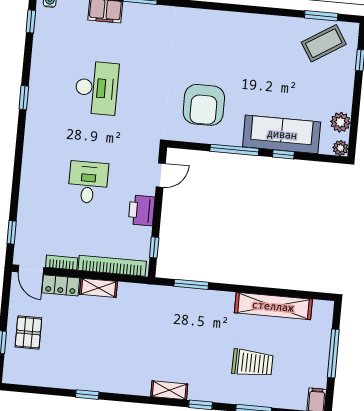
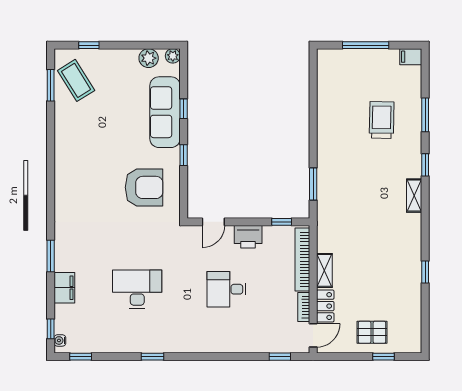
window: (234, 150) -> (184, 155), width x0.46
door: (161, 175) -> (213, 222), swing flipped
shelving: (273, 306) -> (326, 105), removed

